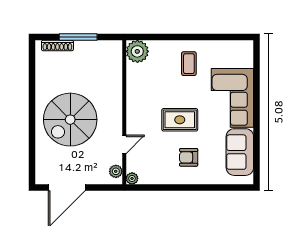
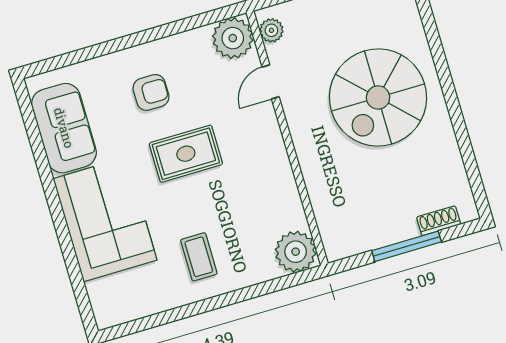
shoe rack: (57, 46) -> (439, 221), width x0.70
spiral stairs: (70, 120) -> (378, 97), turned 180
plant: (132, 178) -> (233, 38), width x1.88, depth x1.88

